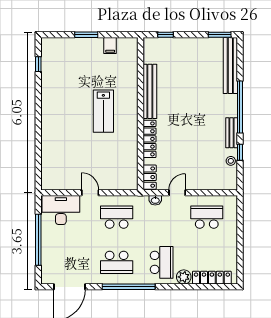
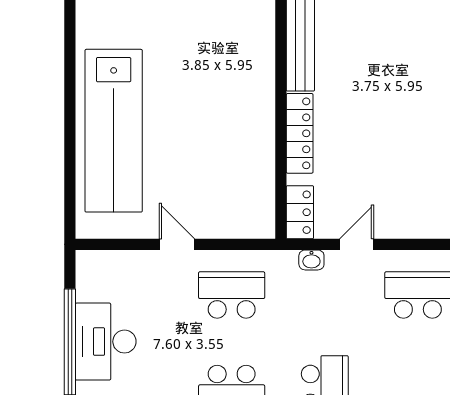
lab bench: (103, 111) -> (114, 131), moved, width x1.86, depth x1.39
desk: (61, 210) -> (106, 342), moved, turned -90

